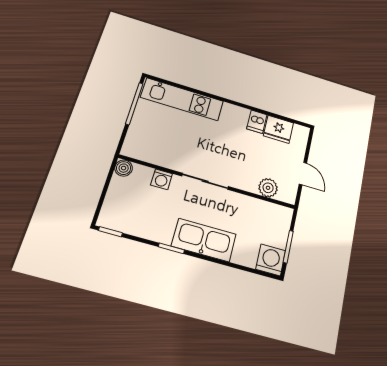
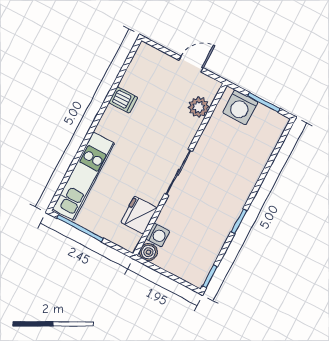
fridge: (278, 129) -> (139, 215), moved, turned 180
washing machine: (162, 179) -> (158, 235), moved
kitchen sink: (204, 240) -> (238, 187), removed
washing machine: (271, 260) -> (240, 107), moved, turned -90

